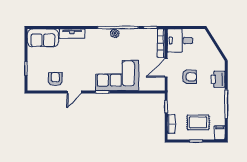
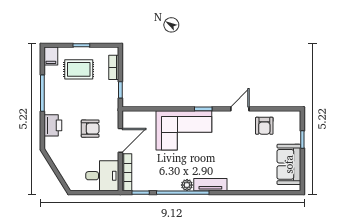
tv unit: (72, 34) -> (210, 185), moved
sofa: (43, 38) -> (289, 164), moved, turned -90
armchair: (189, 77) -> (90, 129), turned 180

